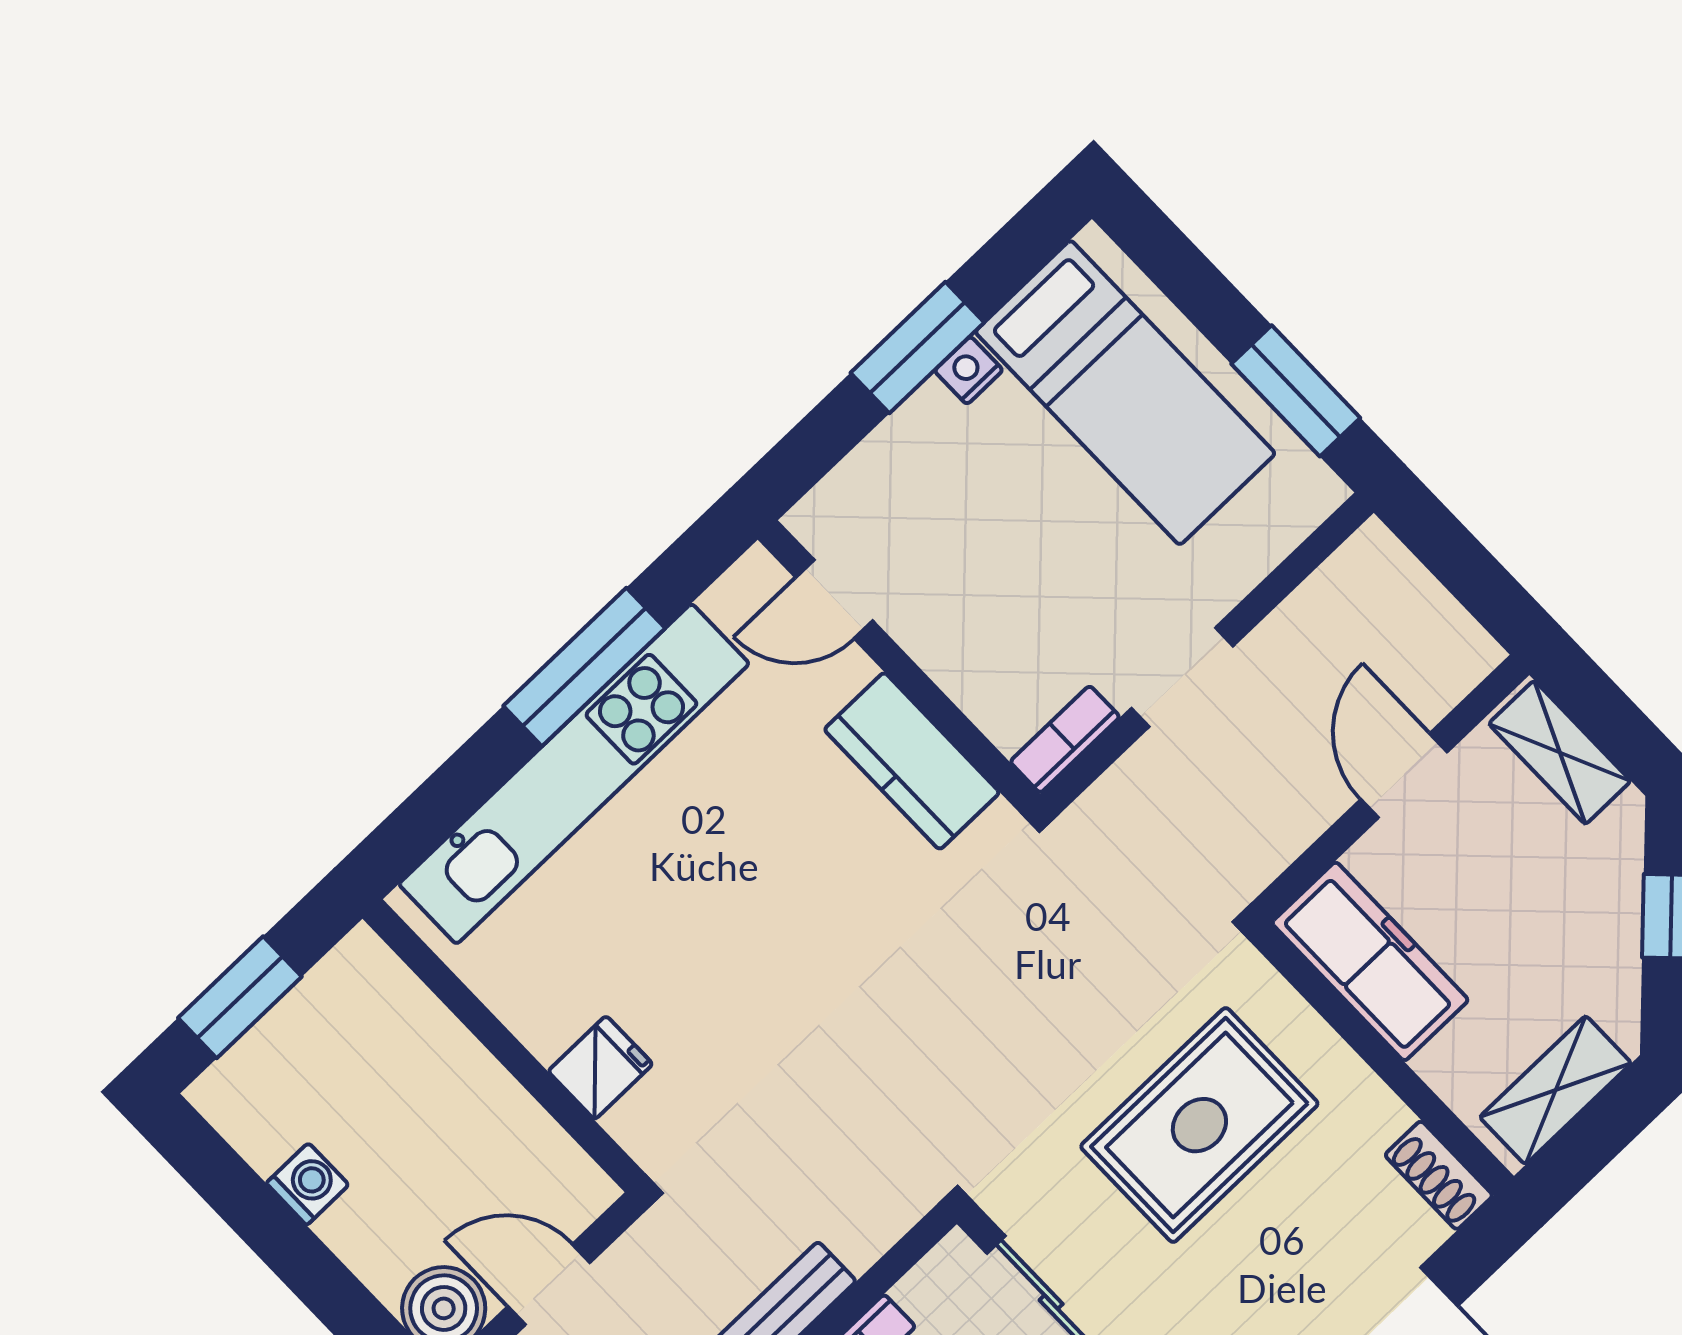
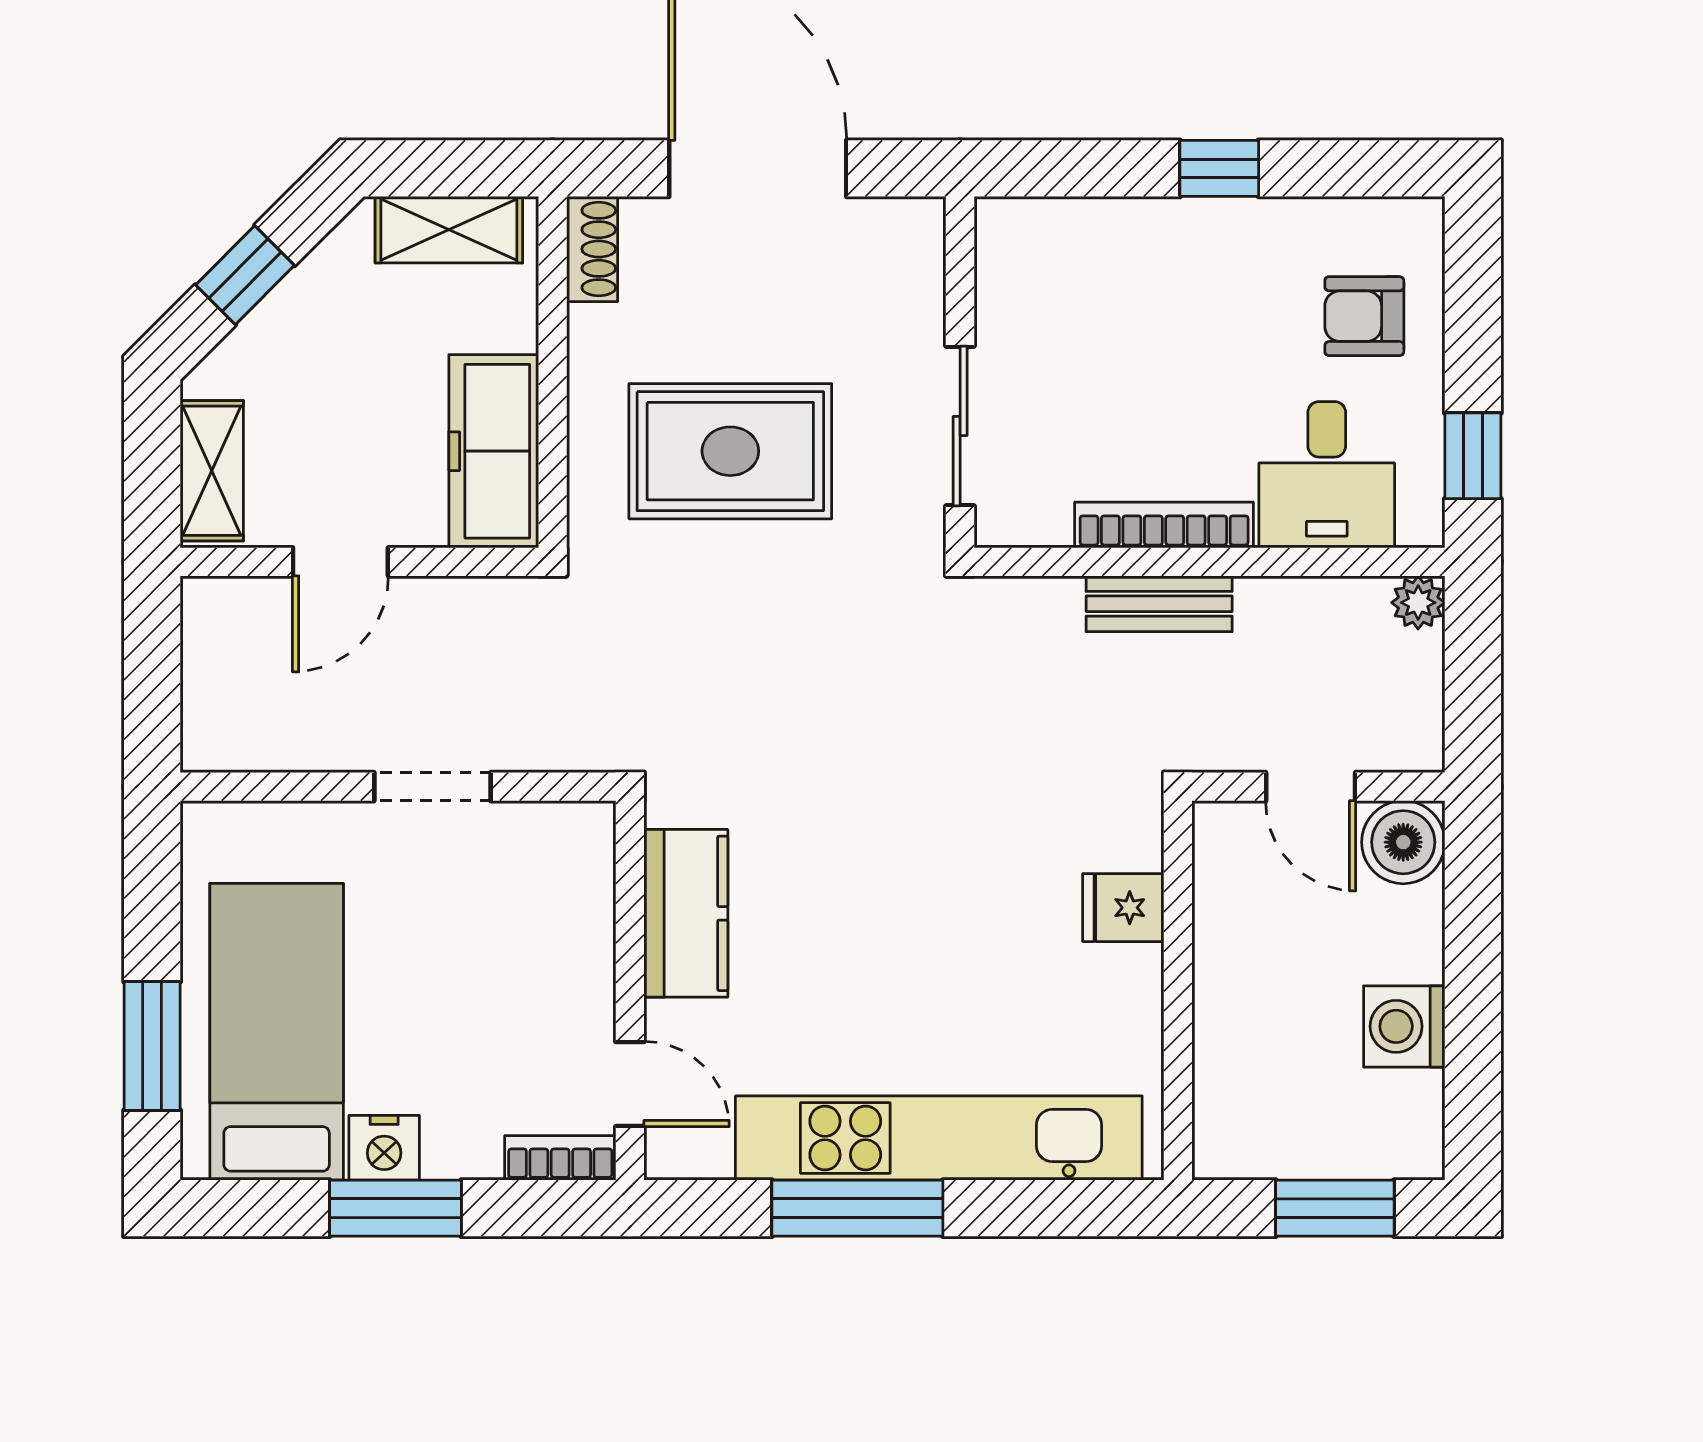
nightstand: (969, 370) -> (384, 1148), width x1.39, depth x1.35
window: (1296, 391) -> (152, 1046), moved
bookcase: (1065, 739) -> (560, 1158), moved, turned 180
washing machine: (308, 1184) -> (1404, 1026), width x1.38, depth x1.38

